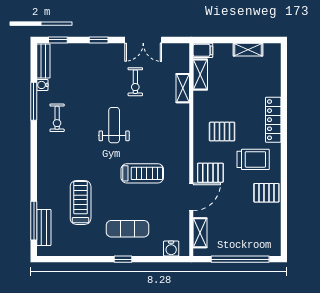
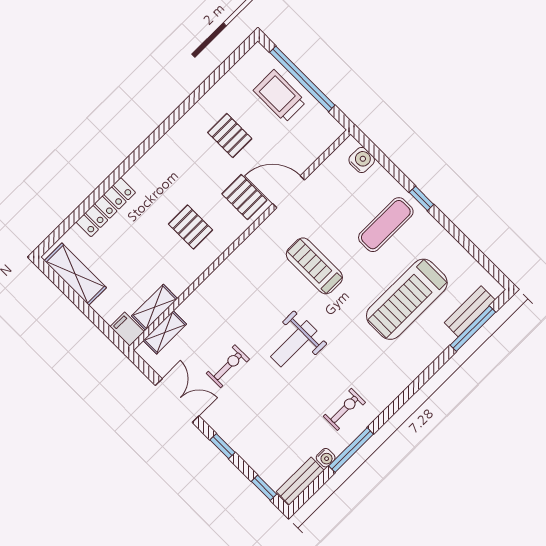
shelving: (248, 50) -> (75, 274), width x1.50, depth x1.33
shelving: (183, 88) -> (165, 332), moved
locker: (273, 120) -> (106, 207), moved
trolley: (253, 159) -> (280, 96), moved
pallet: (266, 193) -> (230, 136), moved
treadmill: (81, 202) -> (407, 299), width x1.37, depth x1.38
exercise mat: (128, 229) -> (386, 225), turned 90
shelving: (200, 233) -> (316, 147), removed

